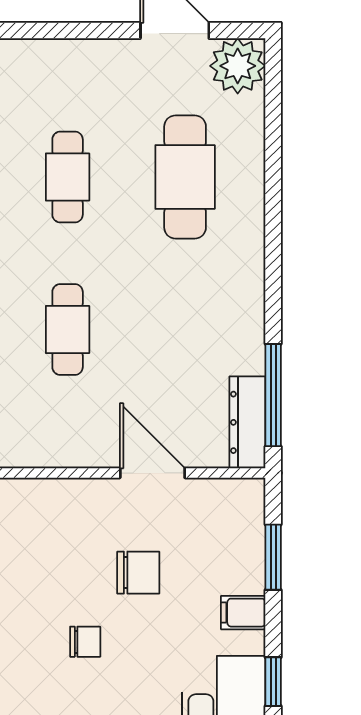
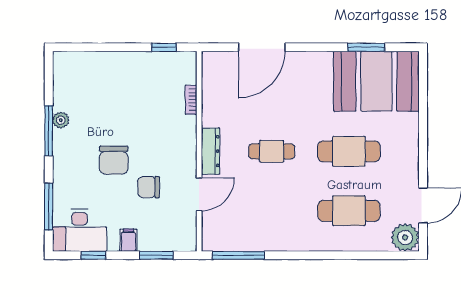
cafe table: (68, 177) -> (349, 151), width x1.37, depth x1.35
dresser: (247, 422) -> (211, 151), moved, turned 90
chair: (138, 573) -> (149, 187), turned 90
chair: (85, 642) -> (114, 160), width x1.87, depth x1.87

